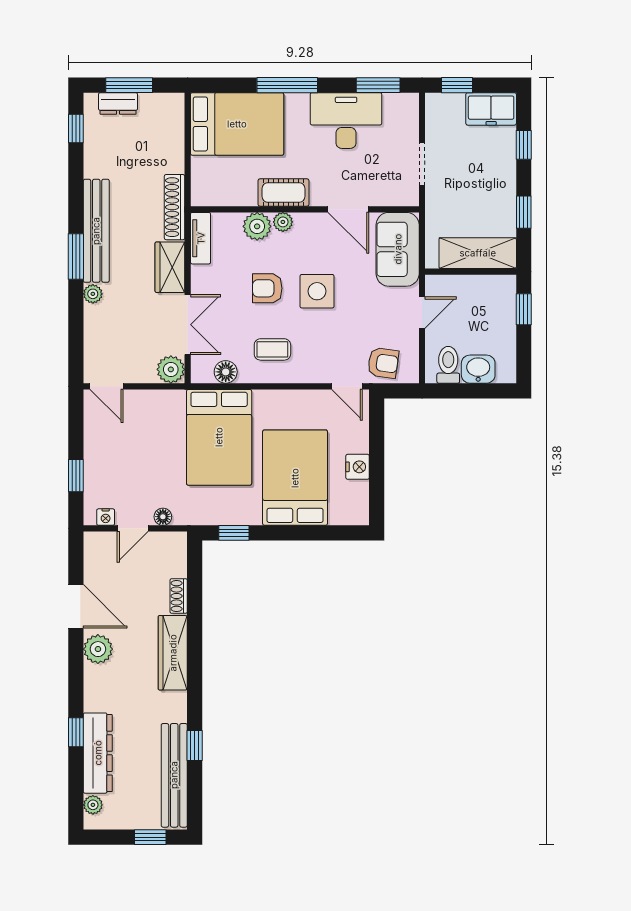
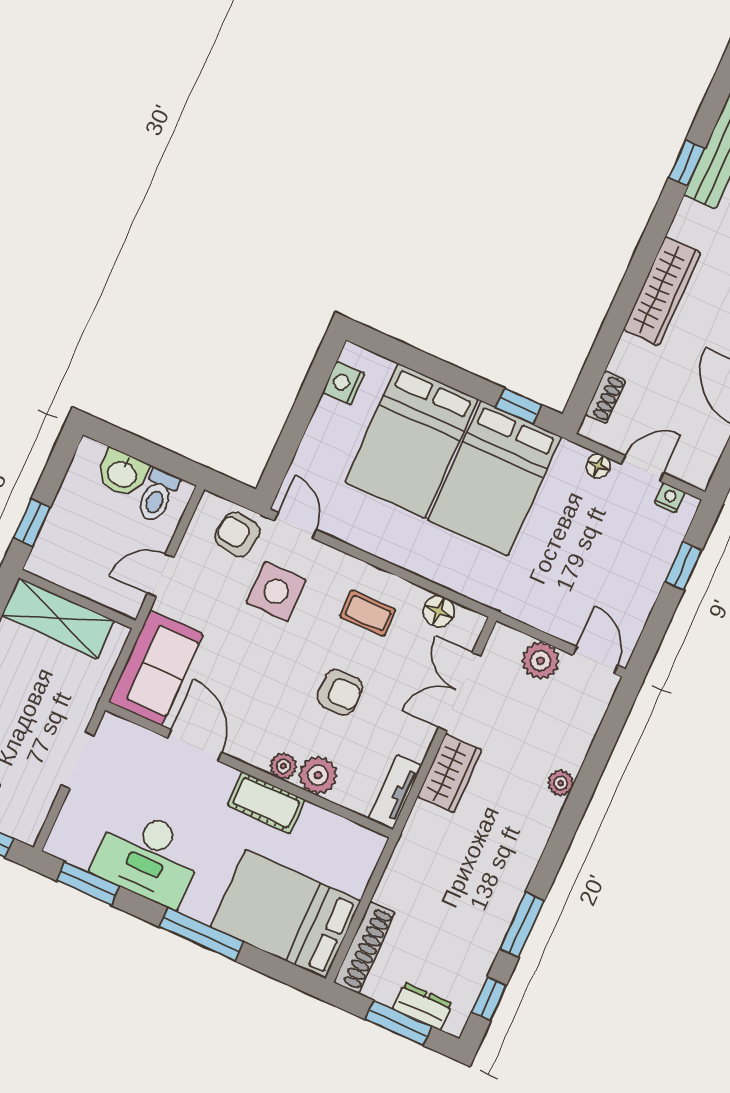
shoe rack: (175, 207) -> (364, 947), moved
bench: (96, 231) -> (521, 860), removed
window: (76, 256) -> (522, 925), moved
side table: (317, 291) -> (276, 591), moved
plant: (171, 369) -> (541, 661), moved
bed: (219, 437) -> (494, 478), moved, turned 180
nightstand: (358, 467) -> (344, 383), moved
shoe rack: (179, 596) -> (605, 397), moved

